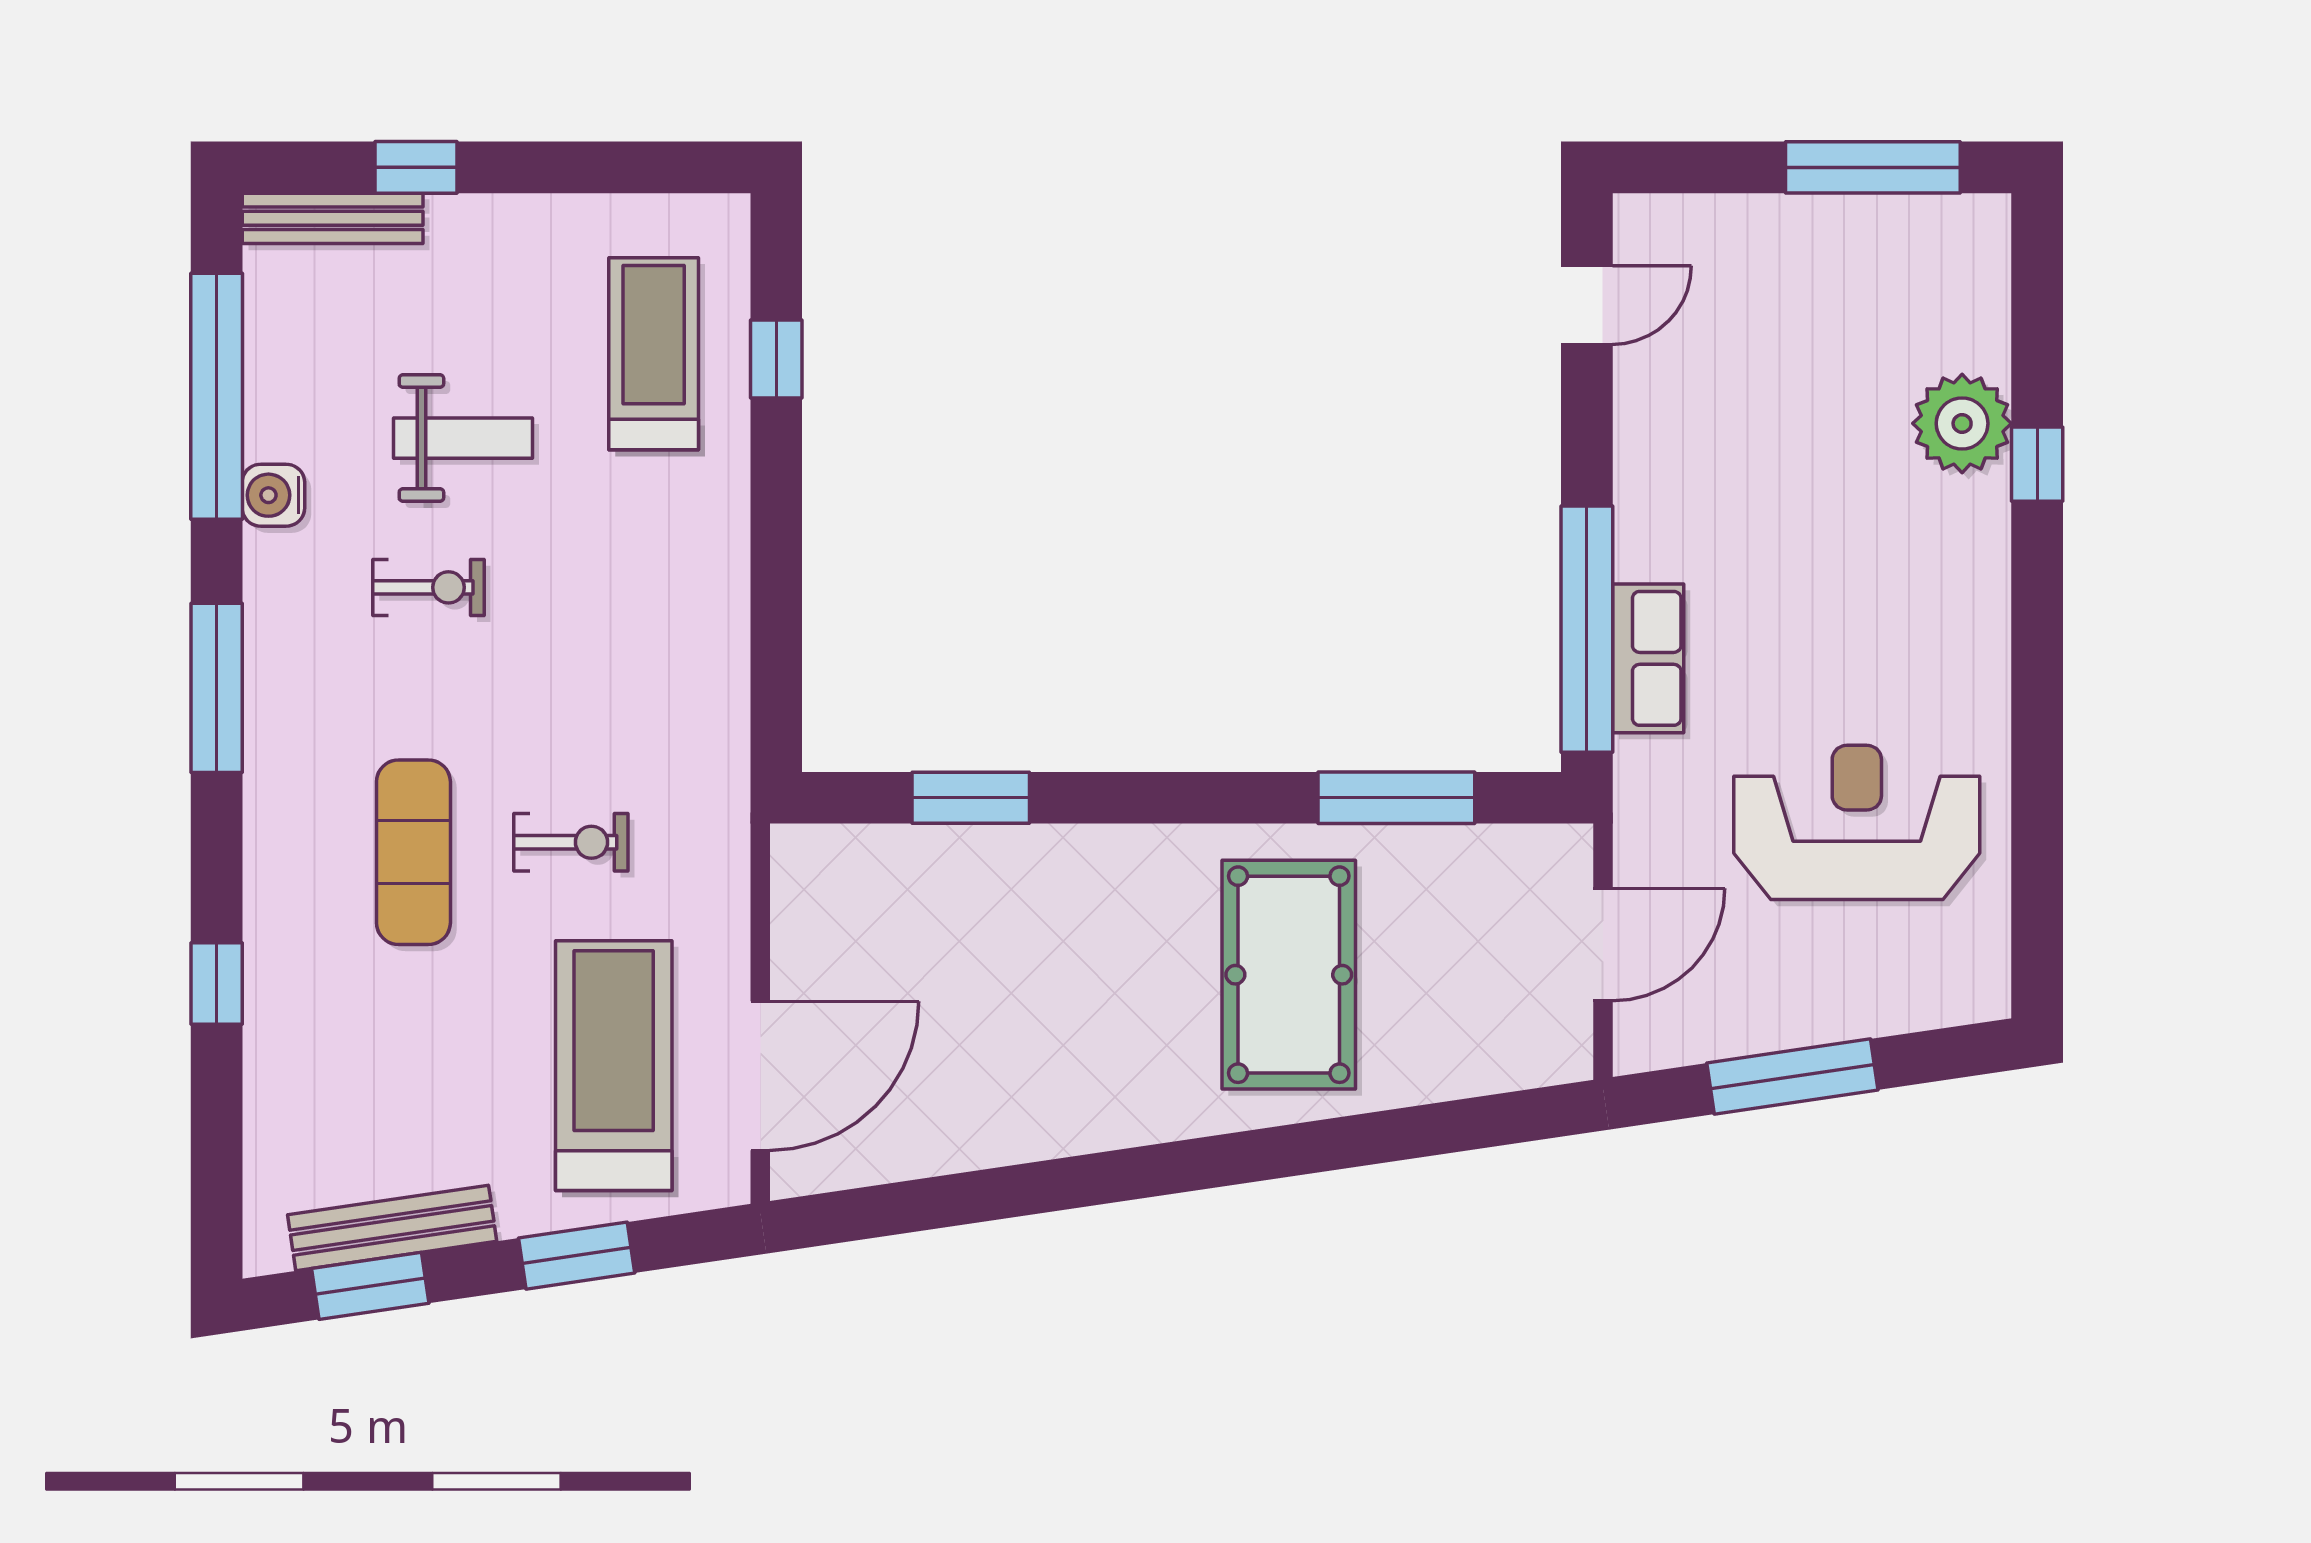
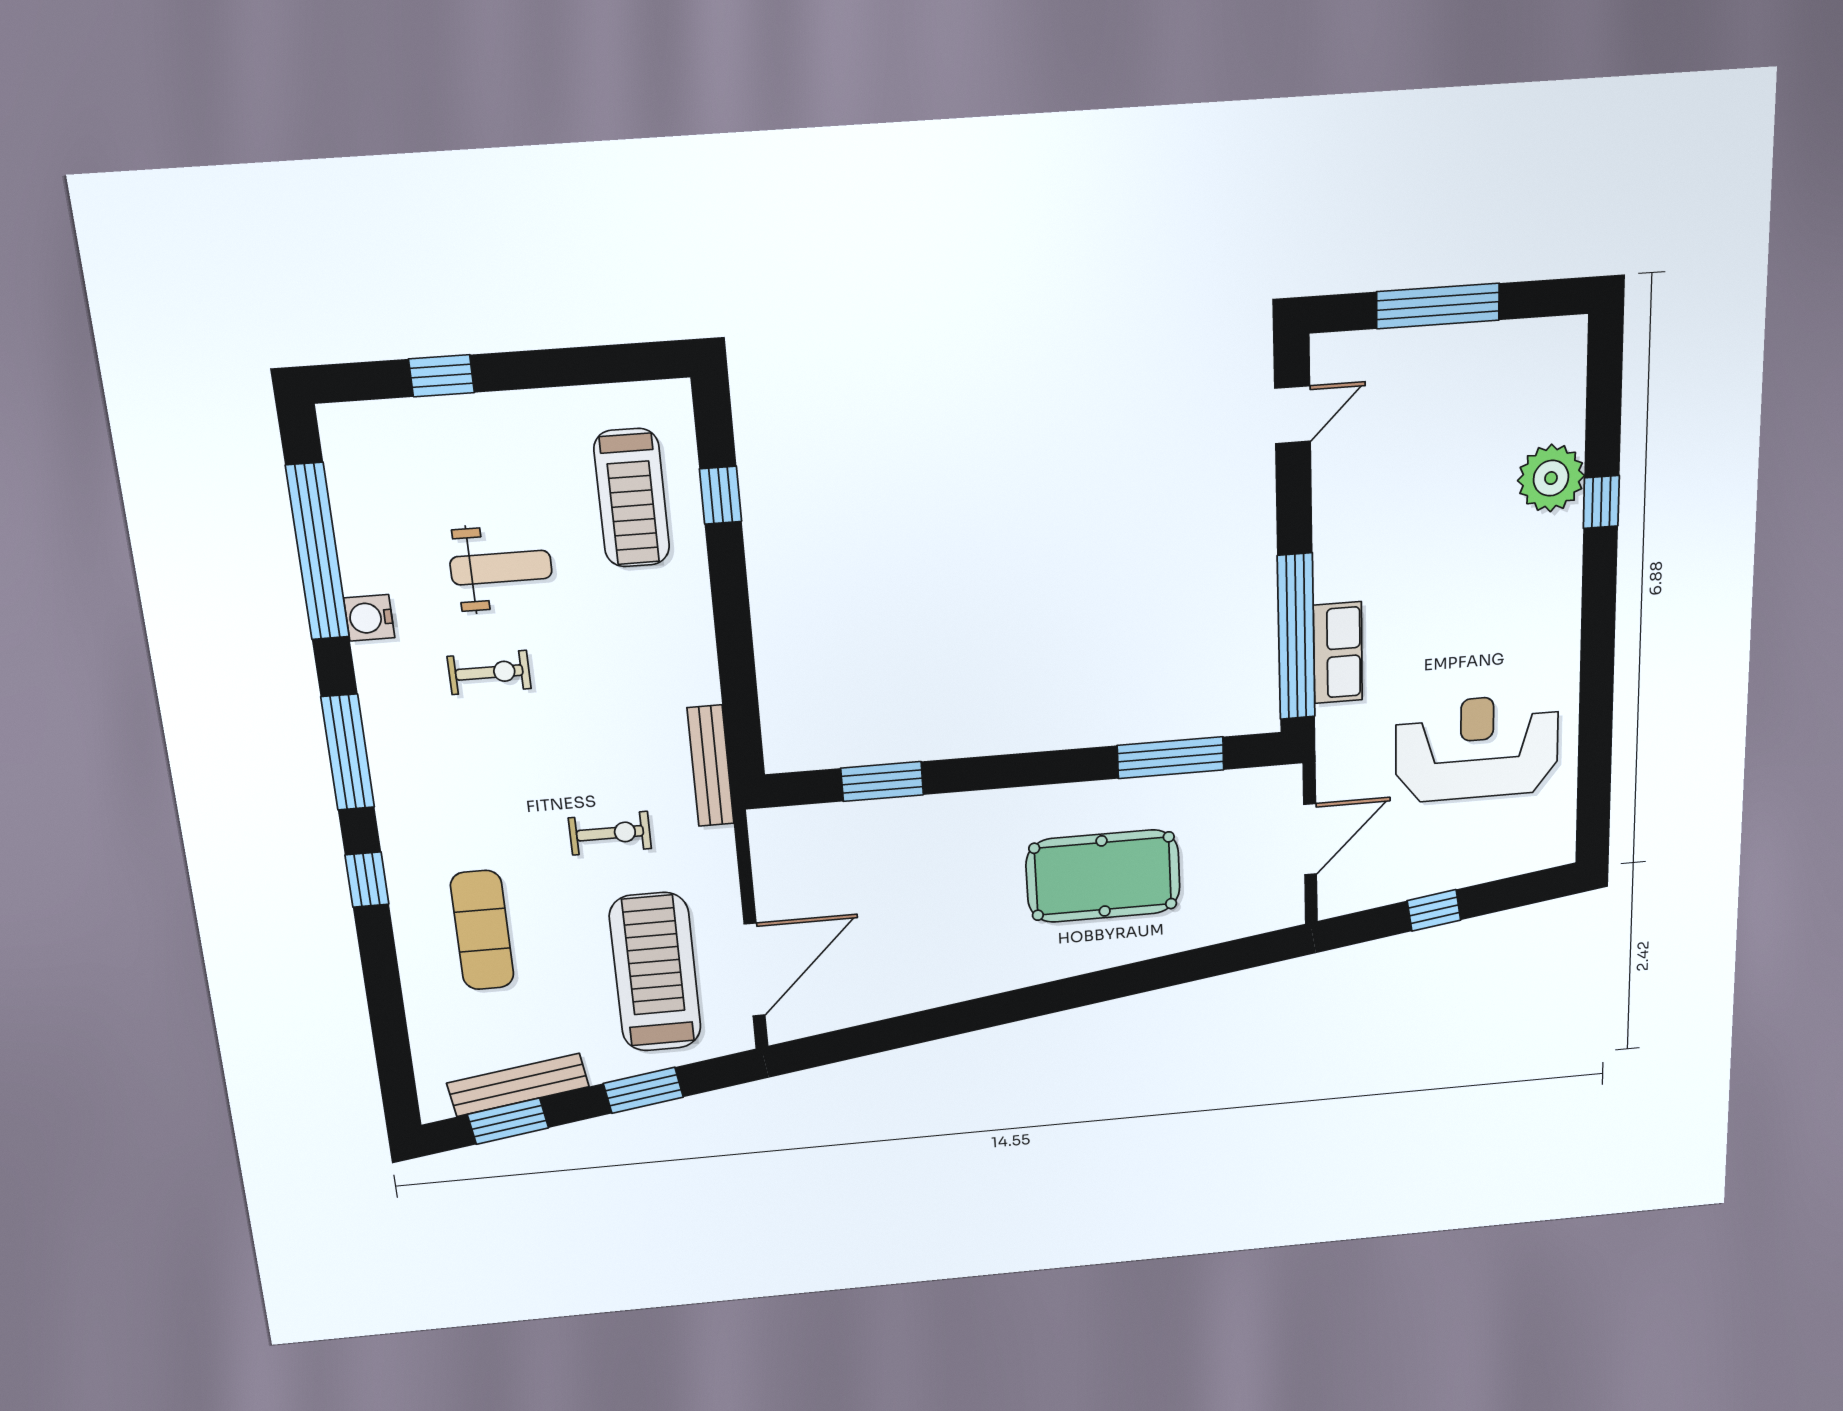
window: (1873, 167) -> (1438, 306), moved
bench: (333, 218) -> (711, 766), moved, turned 90
treadmill: (654, 354) -> (632, 498), turned 180
exercise mat: (413, 852) -> (482, 930), moved
pool table: (1289, 975) -> (1103, 876), turned 90
window: (217, 983) -> (367, 880), moved
window: (1792, 1077) -> (1434, 910), width x0.46

